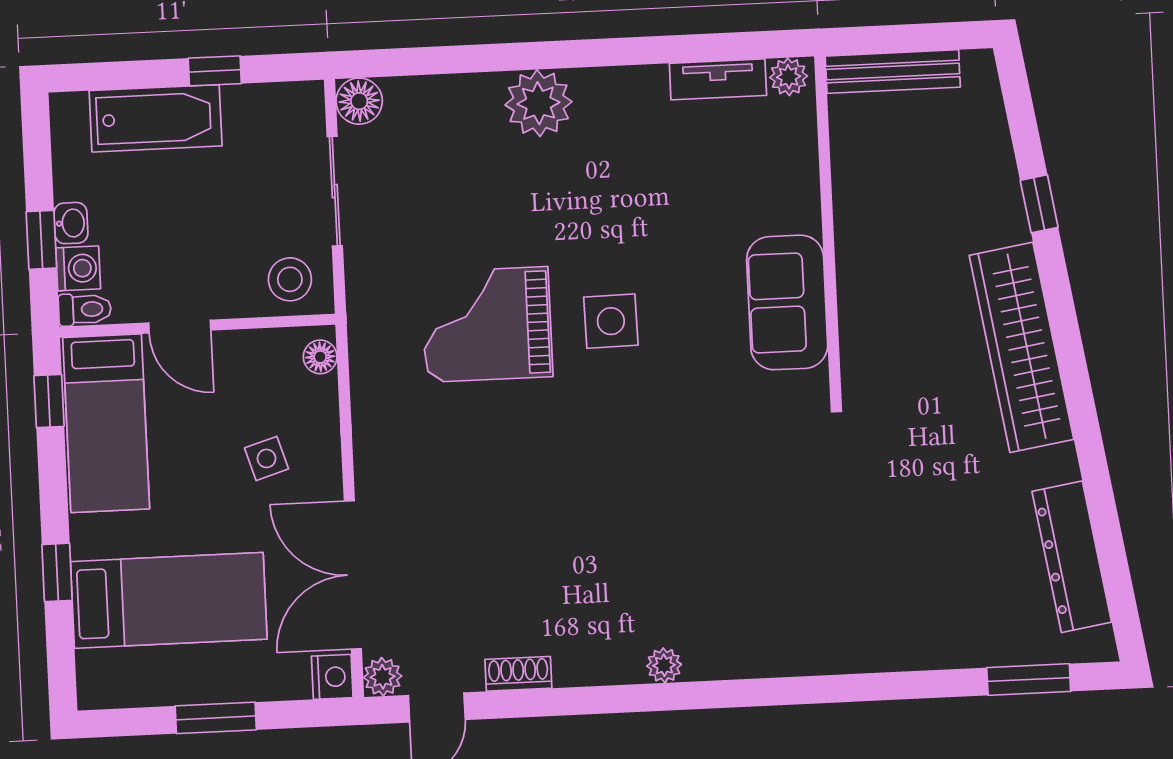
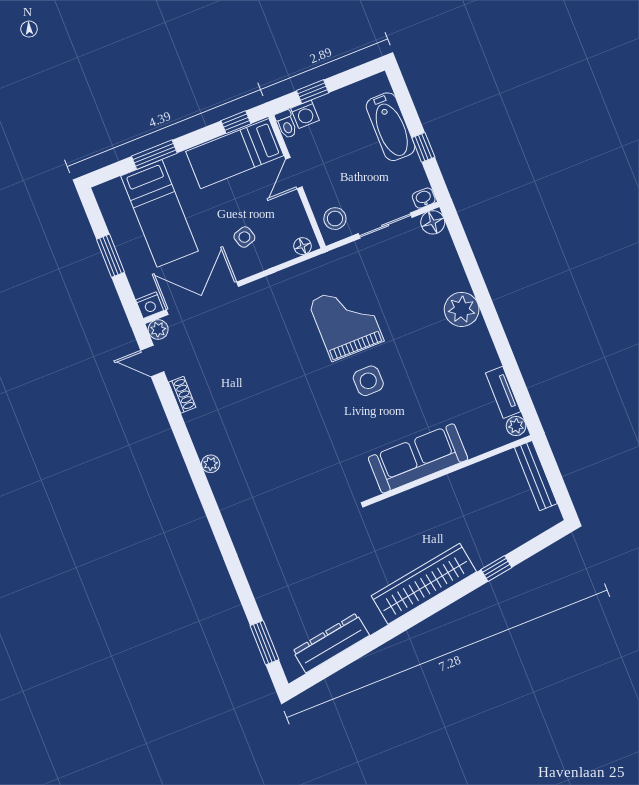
washbasin: (71, 223) -> (424, 198), moved, turned 180
sofa: (787, 302) -> (418, 458), width x1.36
window: (57, 572) -> (154, 155), width x1.50

